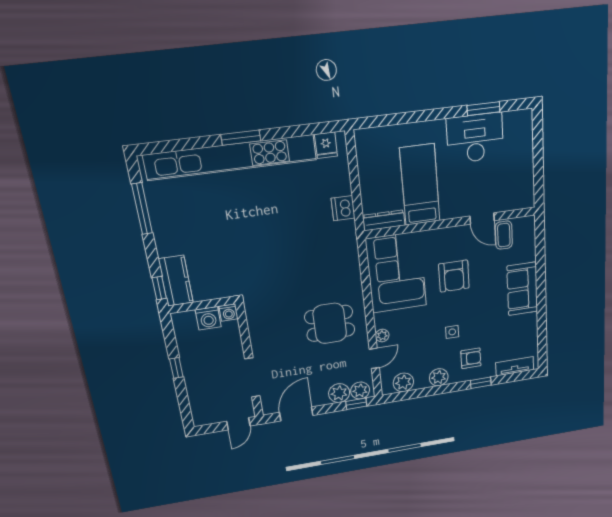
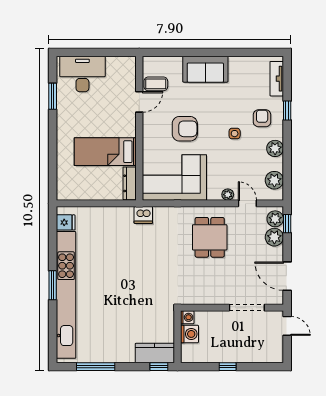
desk: (475, 138) -> (82, 74), moved, turned 90
dishwasher: (343, 208) -> (143, 215), moved

